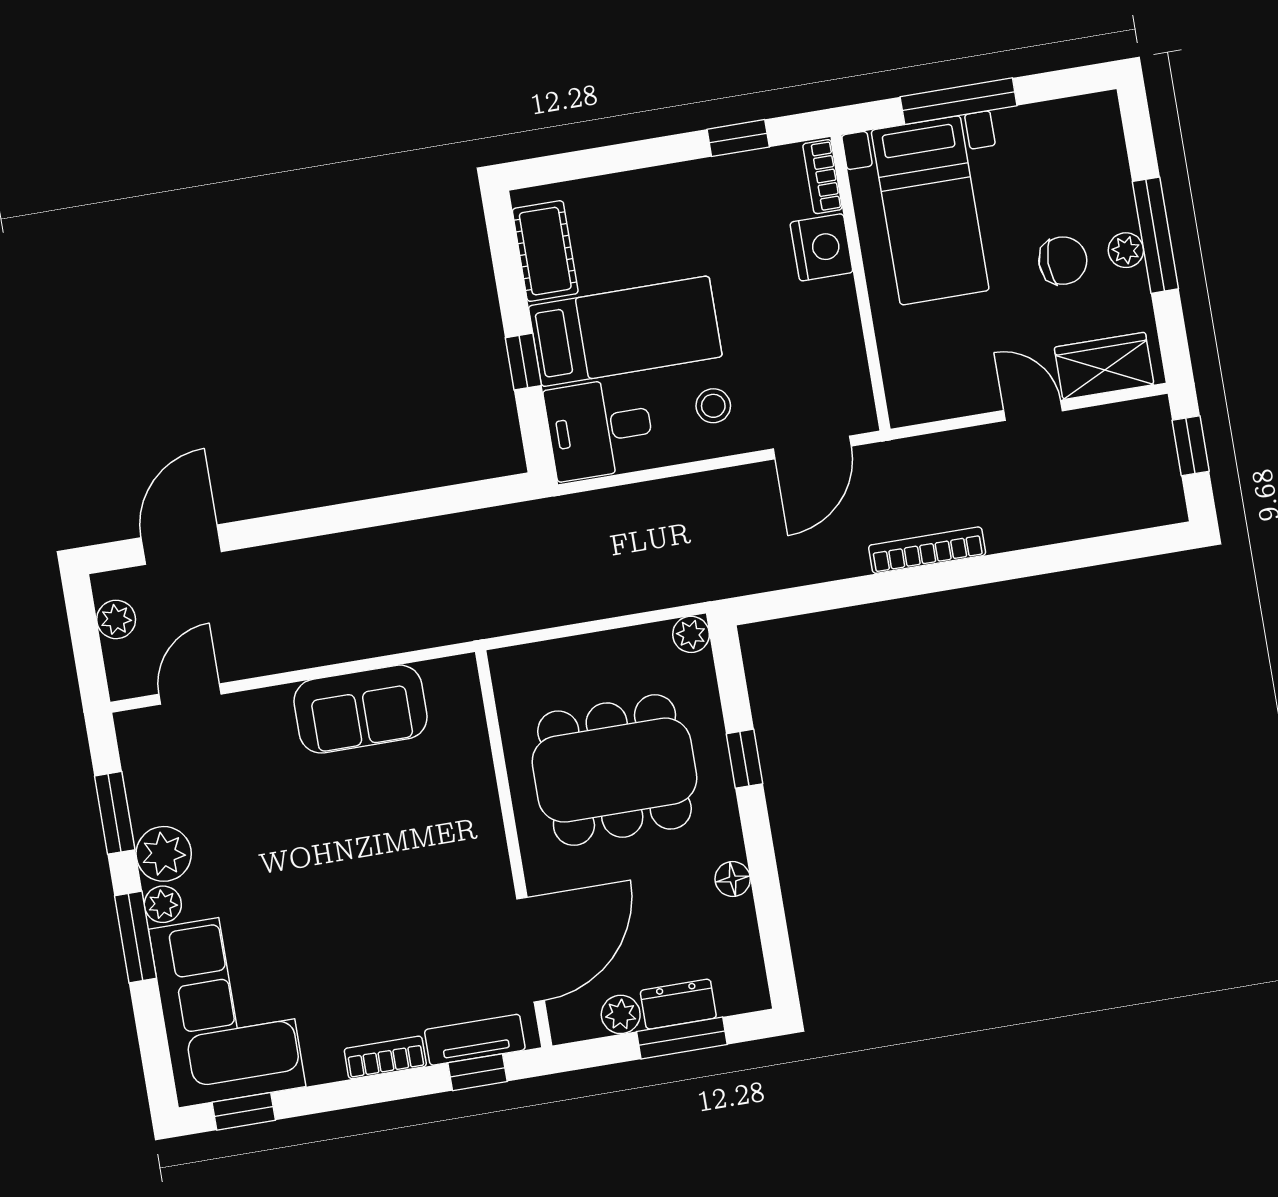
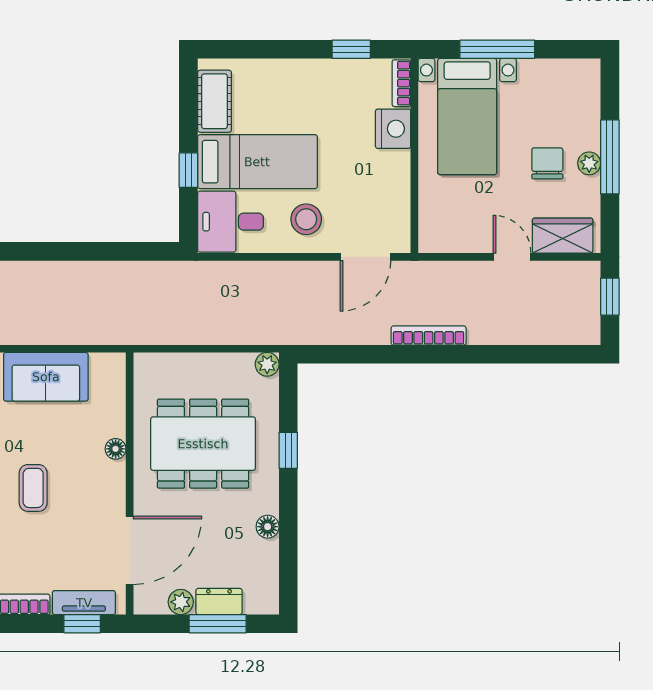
chair: (1063, 261) -> (547, 163), turned -90
stool: (713, 406) -> (306, 219), width x1.37, depth x1.37
floor lamp: (484, 800) -> (116, 449), added
coffee table: (370, 880) -> (33, 488), added

